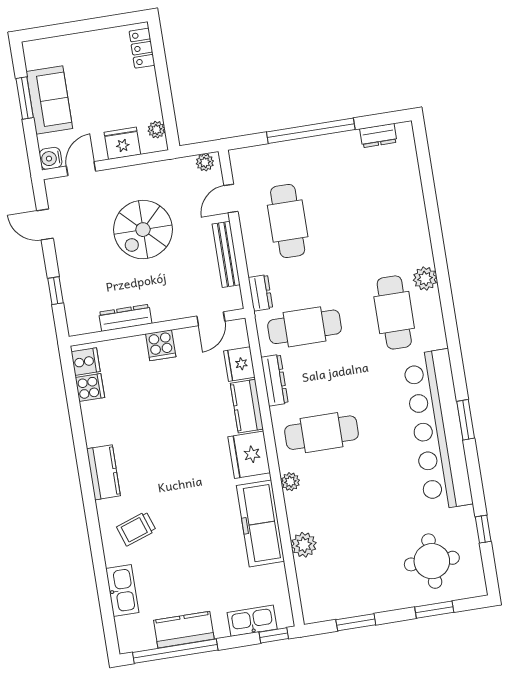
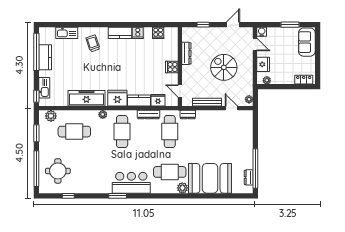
sofa: (49, 100) -> (307, 42), moved, turned 90
window: (311, 131) -> (255, 169), moved
cafe table: (288, 221) -> (74, 132), moved
booth: (394, 221) -> (210, 178), added
cooker: (86, 362) -> (138, 33), moved
bar counter: (438, 430) -> (131, 183), width x0.54
plant: (304, 545) -> (51, 116), moved
window: (434, 610) -> (36, 169), width x2.11

